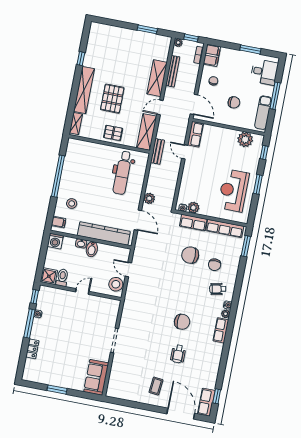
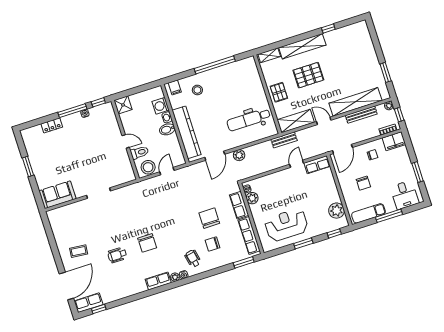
shelving: (157, 78) -> (355, 102), width x1.47
washing machine: (55, 241) -> (161, 106), moved
toilet: (62, 278) -> (139, 152), moved

